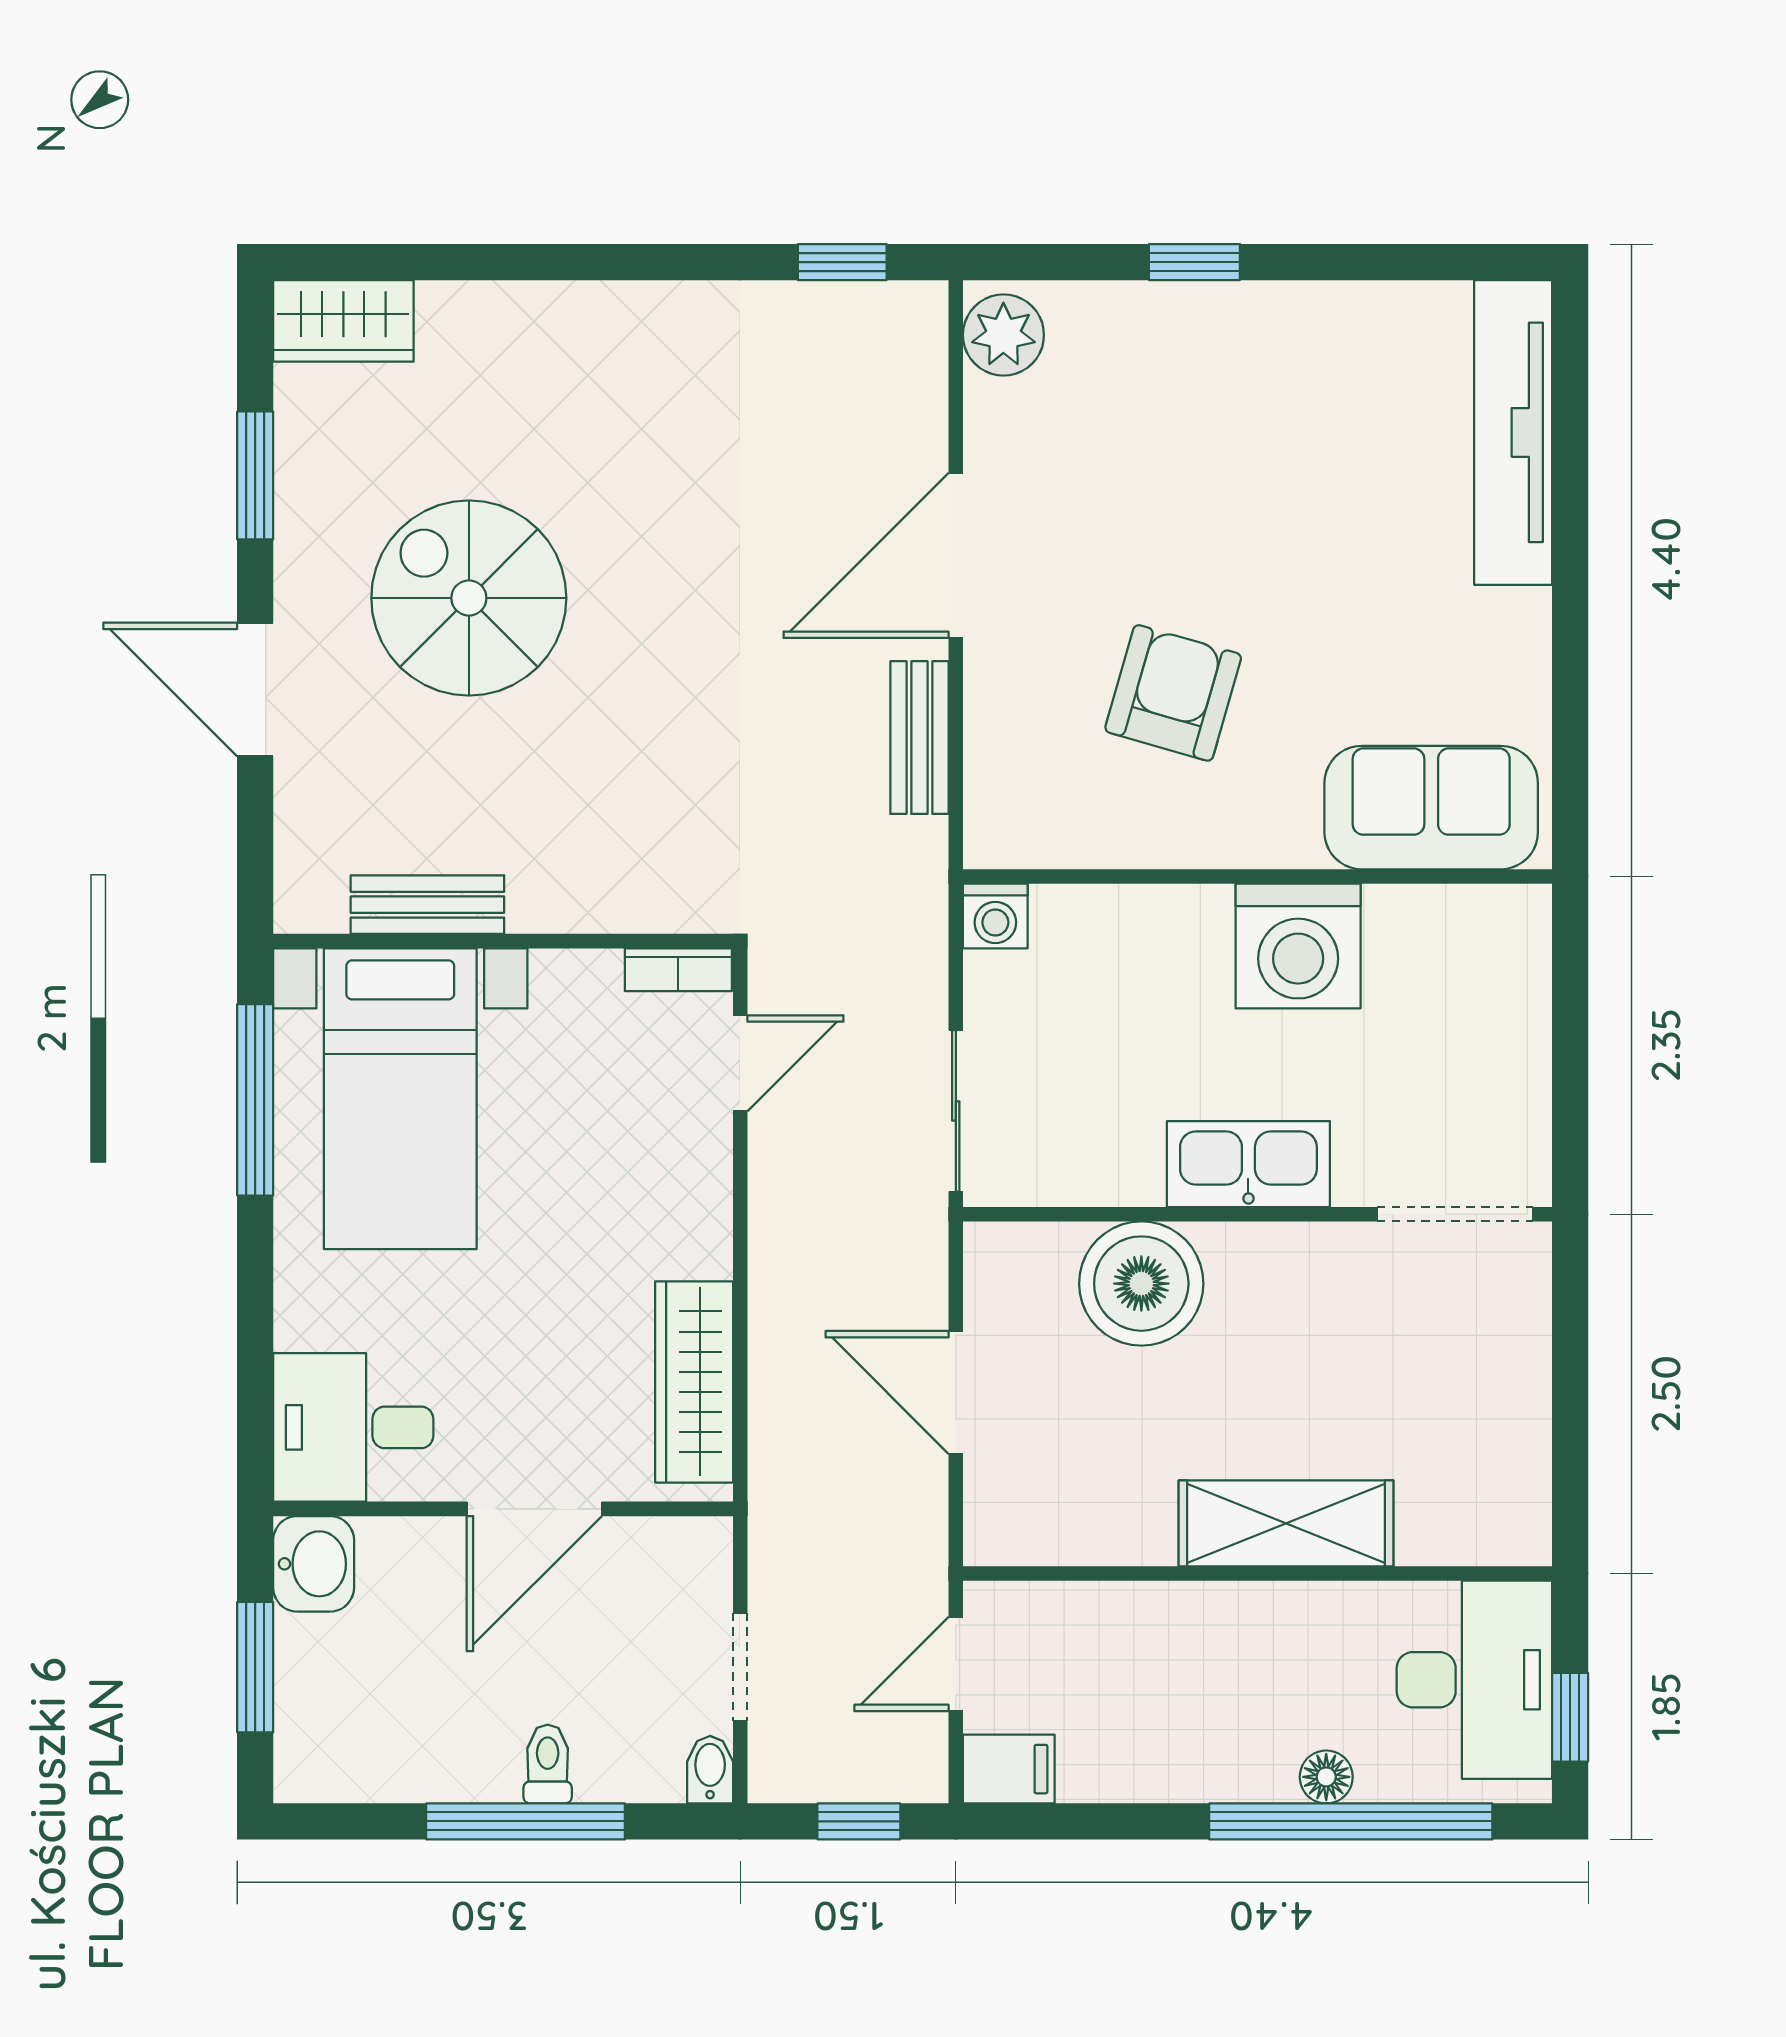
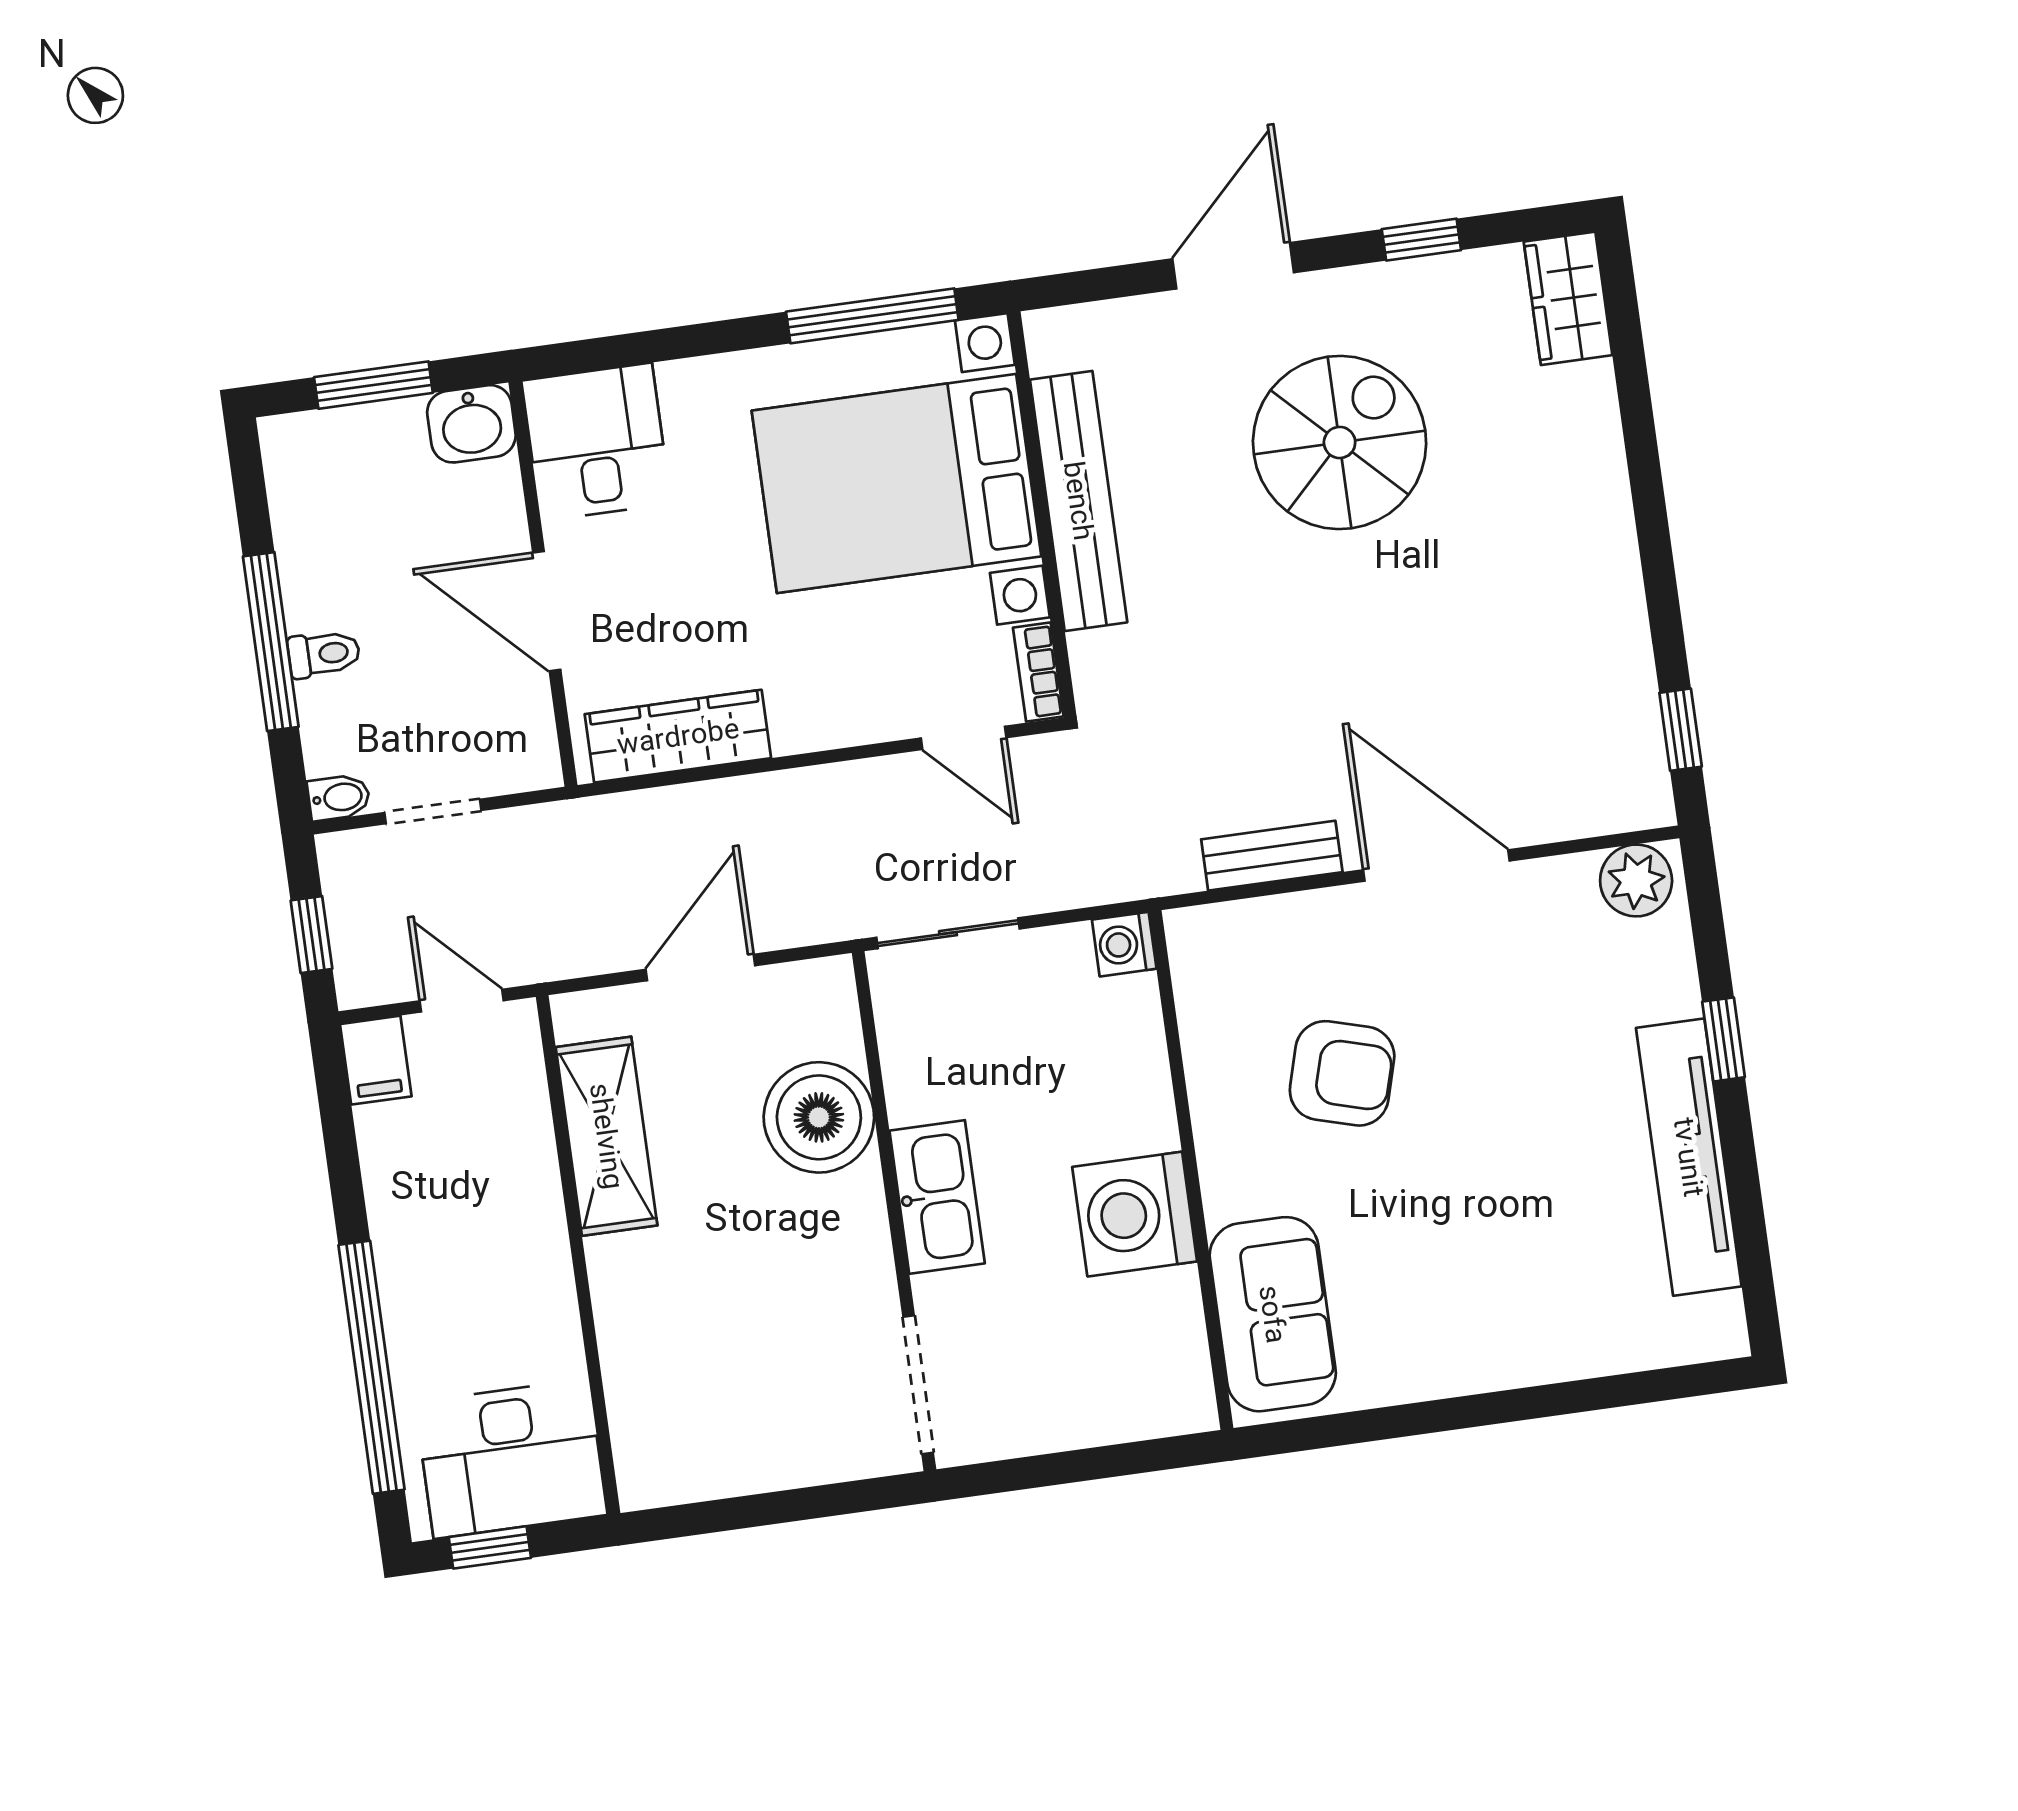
tv unit: (1513, 432) -> (1689, 1157), moved, turned -90
window: (255, 475) -> (1421, 240), width x0.67
bench: (427, 905) -> (1079, 501), width x1.86, depth x1.21
bed with nightstands: (400, 1099) -> (897, 484), width x1.36
shelving: (1286, 1523) -> (607, 1136), moved
floor lamp: (1326, 1777) -> (408, 1340), removed

